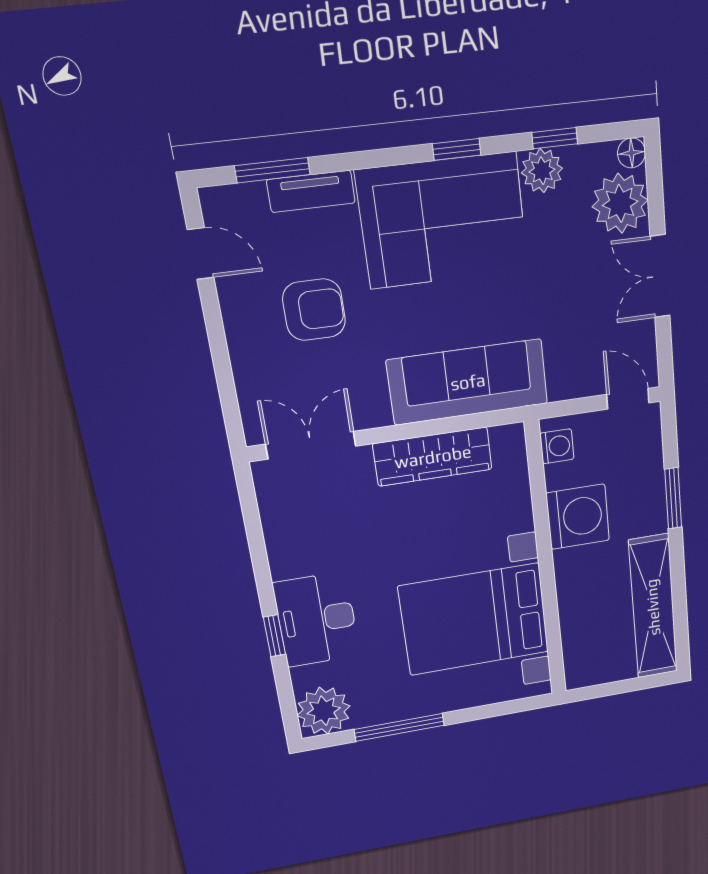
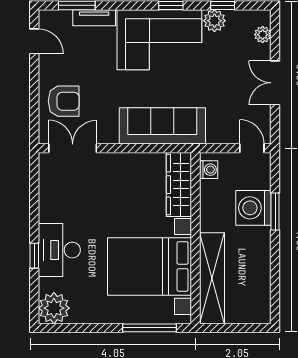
floor lamp: (631, 153) -> (263, 17), removed
plant: (620, 203) -> (263, 35), width x0.53, depth x0.53
armchair: (314, 310) -> (64, 101), moved
wardrobe: (433, 457) -> (179, 185), moved, turned 90
washing machine: (578, 517) -> (253, 208), moved, turned 180
shelving: (653, 607) -> (212, 278), moved
window: (399, 727) -> (150, 328), moved

